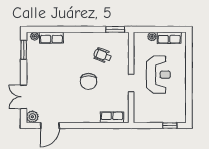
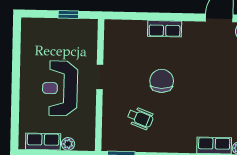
row of seats: (112, 117) -> (165, 29), moved
window: (170, 126) -> (68, 15), moved

